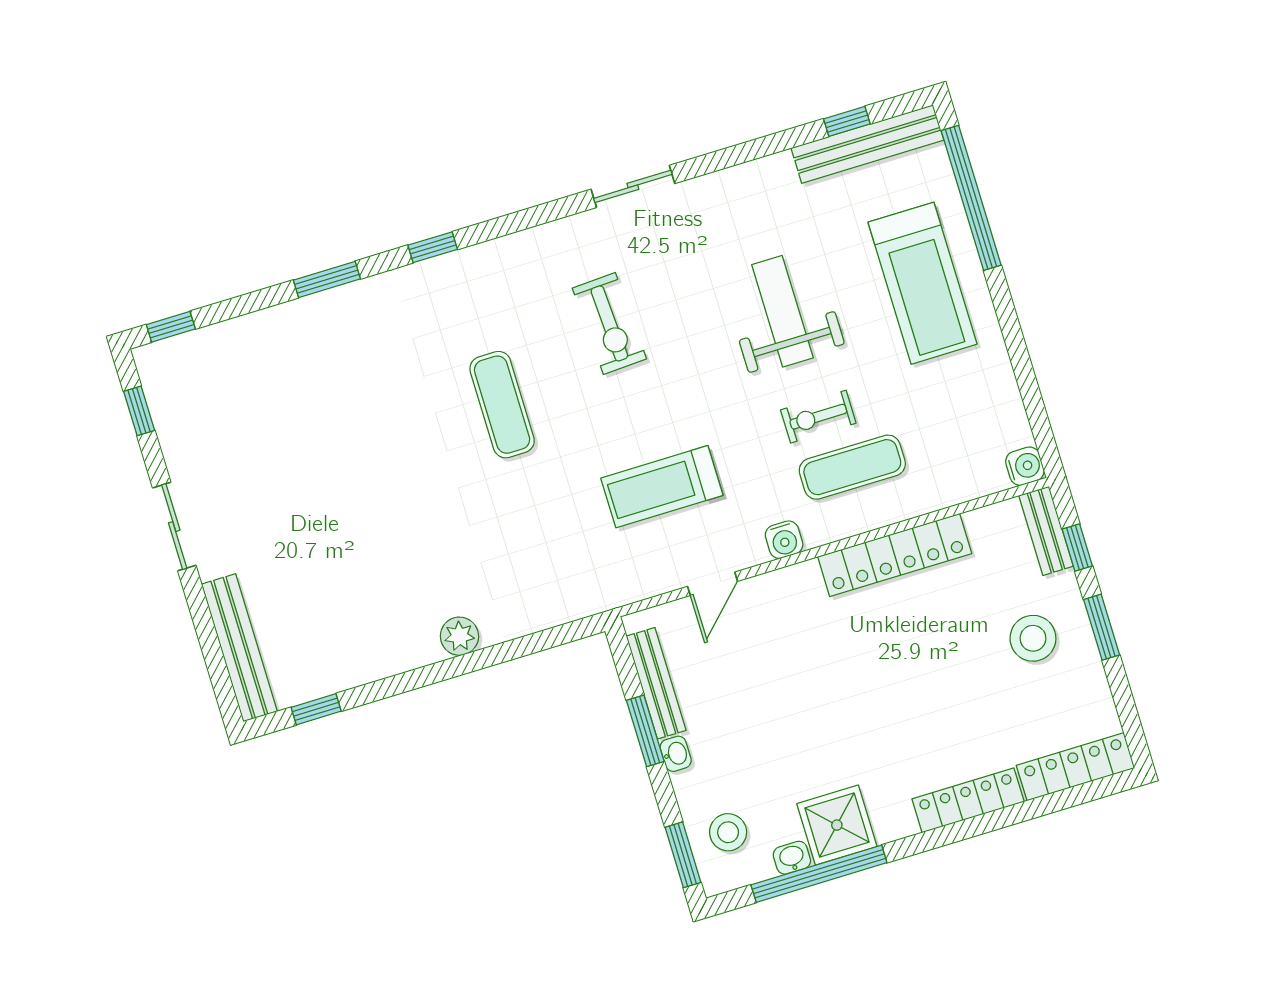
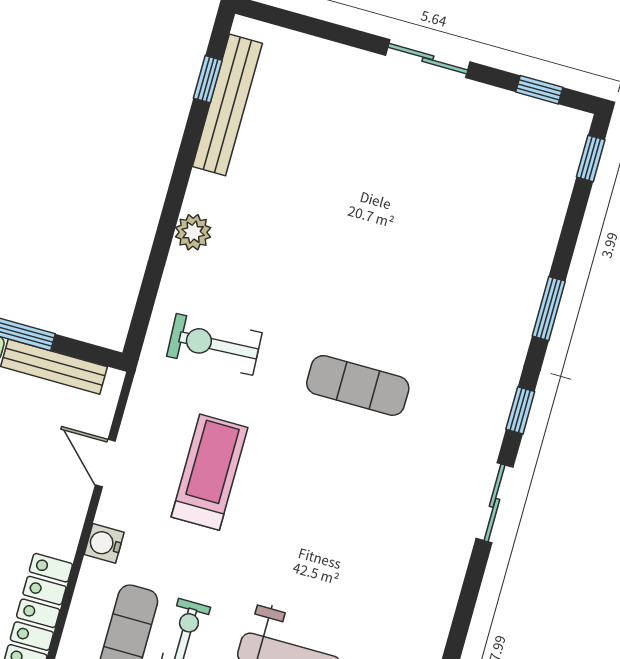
sliding door: (633, 186) -> (494, 503), moved
exercise bike: (609, 323) -> (214, 344), moved
bench: (239, 648) -> (227, 105), moved, turned 90

